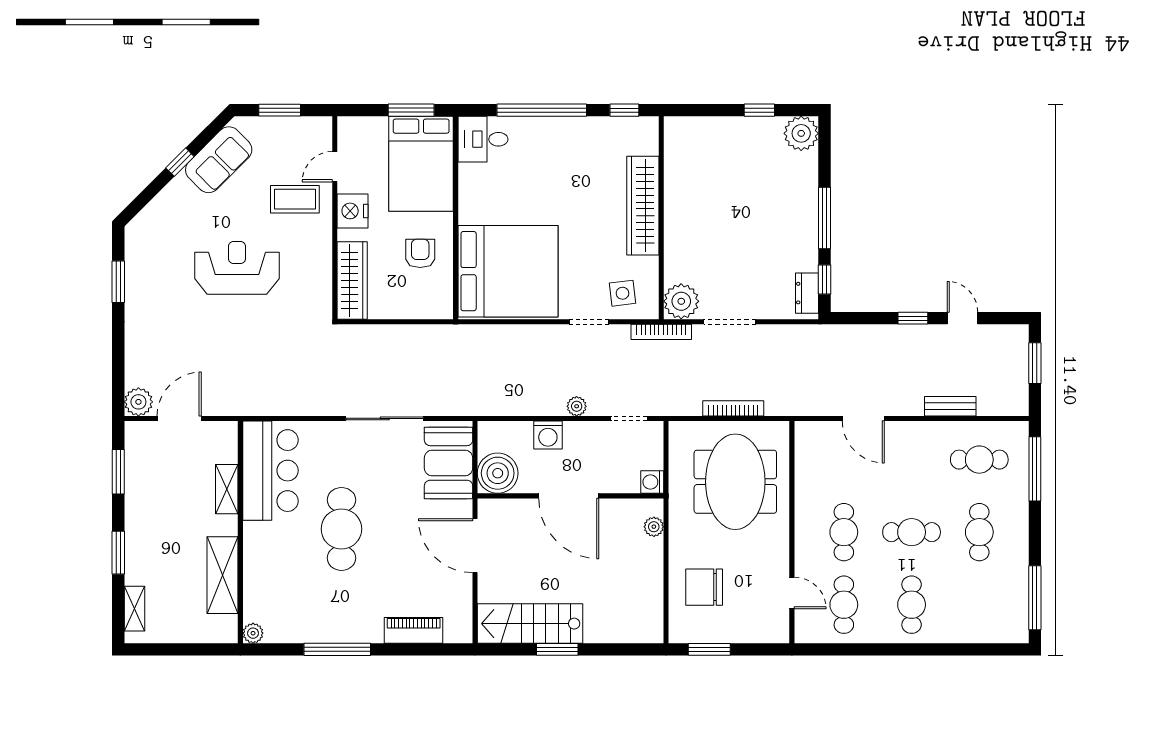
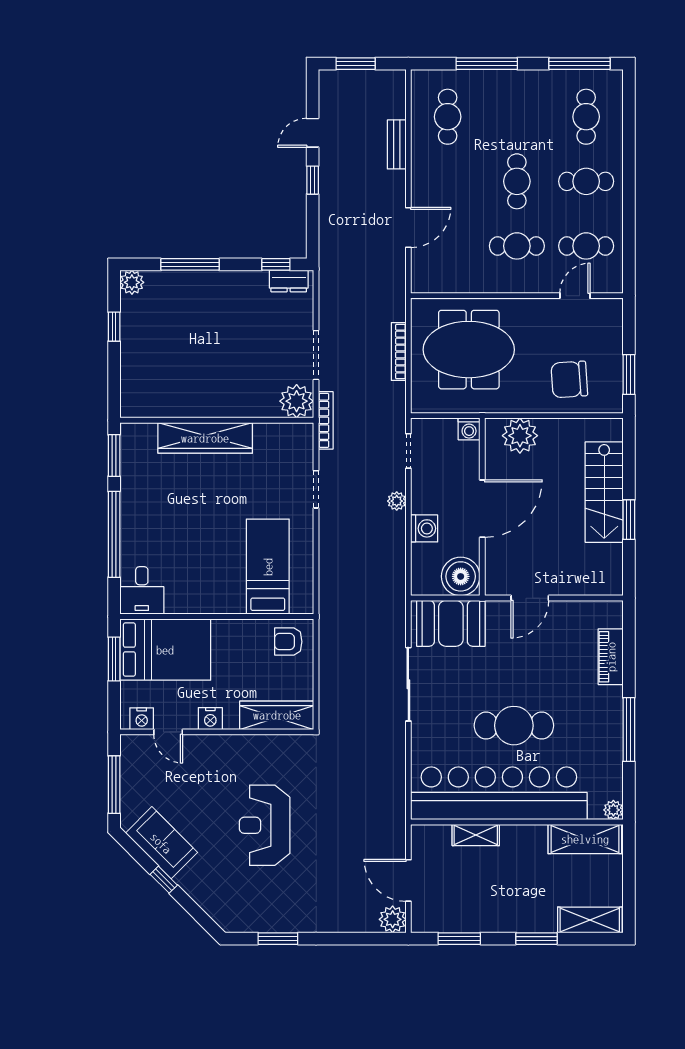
window: (280, 110) -> (114, 785), width x1.44
window: (624, 110) -> (114, 455), width x1.50
plant: (801, 133) -> (132, 282), width x0.73, depth x0.73
nightstand: (349, 139) -> (142, 719), added
coffee table: (295, 199) -> (199, 770), removed
nightstand: (352, 211) -> (210, 719), width x0.74, depth x0.75
window: (824, 218) -> (190, 264), moved
armchair: (420, 253) -> (288, 642), moved
bed: (508, 271) -> (268, 567), width x0.49
side table: (623, 293) -> (289, 457), removed
window: (1035, 469) -> (487, 64), moved
bar counter: (270, 471) -> (499, 793), width x1.86
plant: (654, 527) -> (520, 436), width x1.88, depth x1.88
cafe table: (979, 532) -> (586, 117), moved, turned 90
door: (475, 546) -> (530, 598), width x0.73
shelving: (223, 575) -> (585, 839), moved
chair: (704, 587) -> (569, 379), turned 86
shelving: (134, 609) -> (590, 920), width x1.50, depth x1.33
stairs: (530, 624) -> (604, 492), moved

